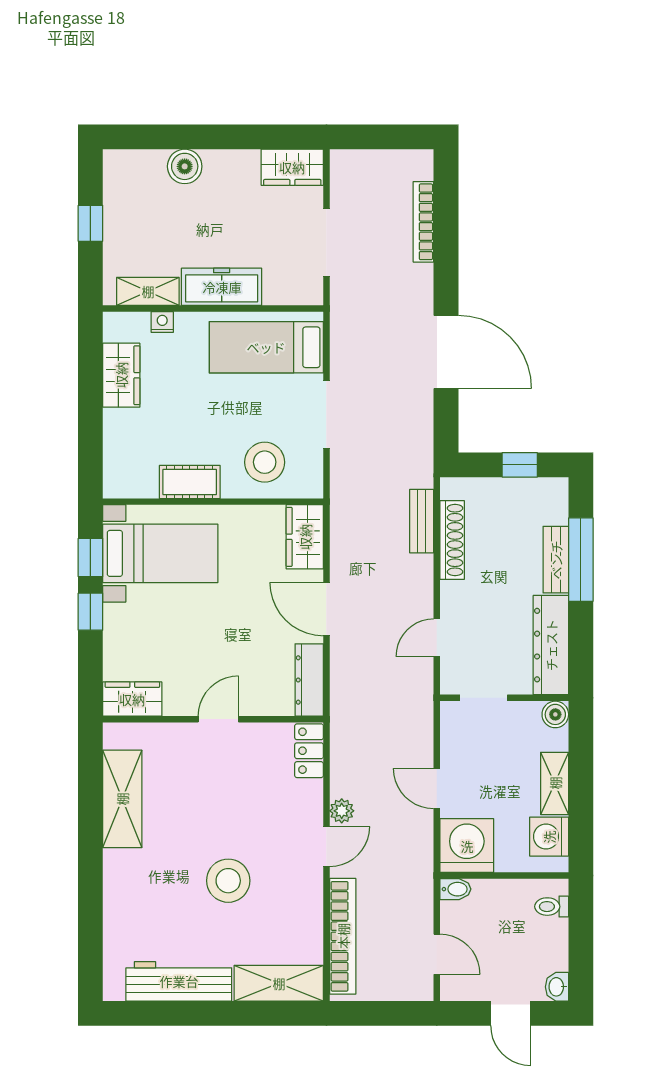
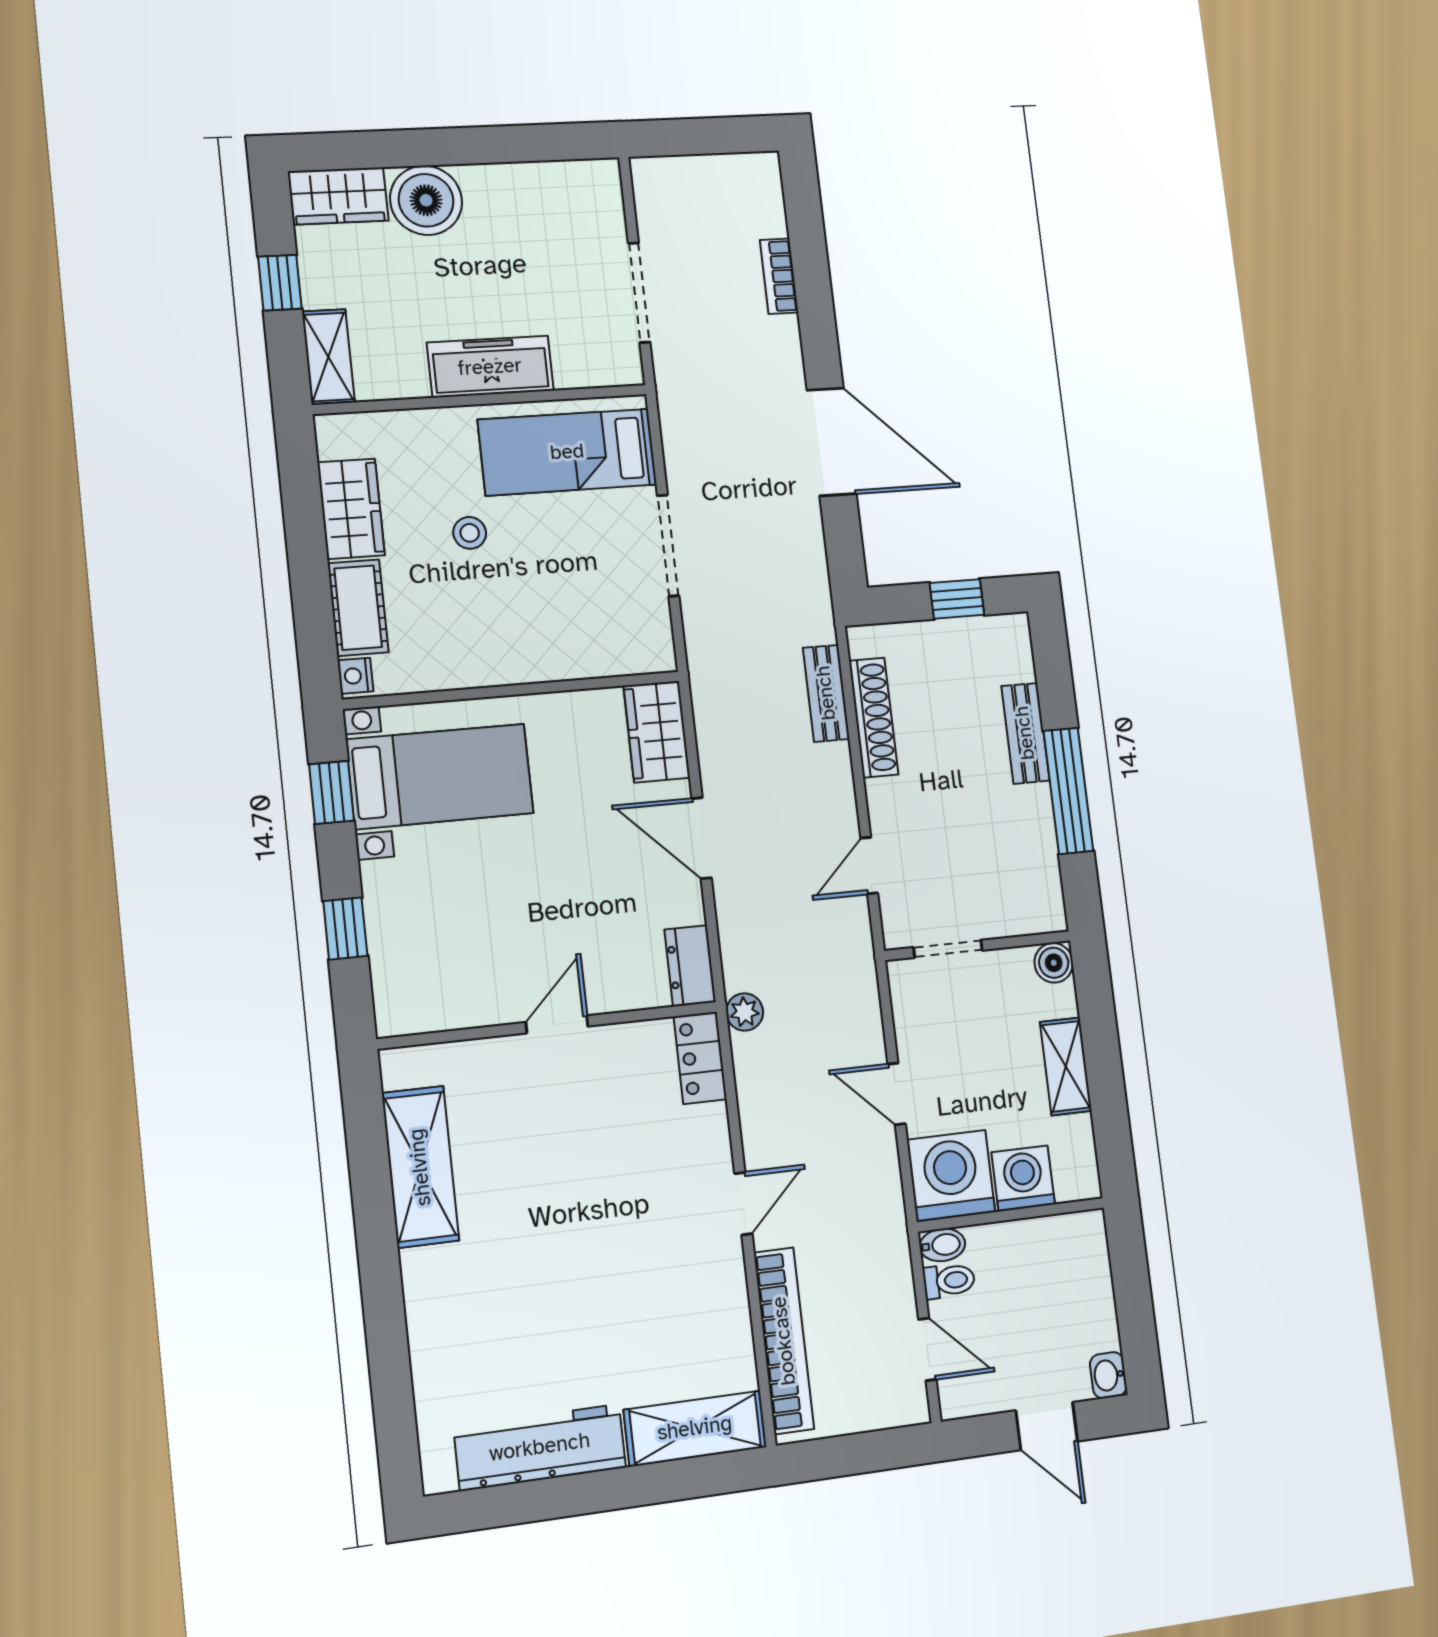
boiler: (185, 166) -> (426, 200), width x1.37, depth x1.37
wardrobe: (292, 167) -> (338, 196), moved
bookcase: (423, 222) -> (779, 276), width x0.64
shelving: (148, 291) -> (328, 357), moved, turned 90
nightstand: (162, 322) -> (355, 676), moved, turned -90
stool: (265, 462) -> (470, 533), moved, width x0.53, depth x0.53
cot: (190, 482) -> (358, 608), moved, turned 90
window: (581, 560) -> (1068, 791), moved
window: (90, 612) -> (345, 929), moved
dresser: (551, 645) -> (1034, 860), removed
dresser: (309, 680) -> (690, 966), width x0.70
wardrobe: (132, 699) -> (420, 1007), removed
plant: (342, 811) -> (745, 1012), moved
washing machine: (549, 837) -> (1023, 1178), moved, turned 90
stool: (228, 881) -> (600, 1276), removed
toilet: (552, 907) -> (949, 1281), moved, turned 180

